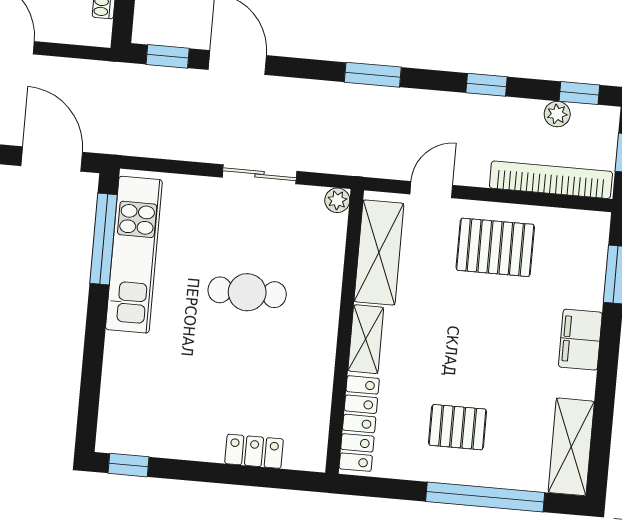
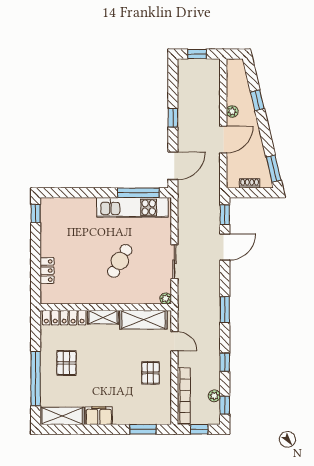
pallet: (495, 247) -> (151, 373), width x0.67, depth x0.71
cafe table: (247, 292) -> (120, 261), turned 30
filing cabinet: (580, 340) -> (99, 416), moved

